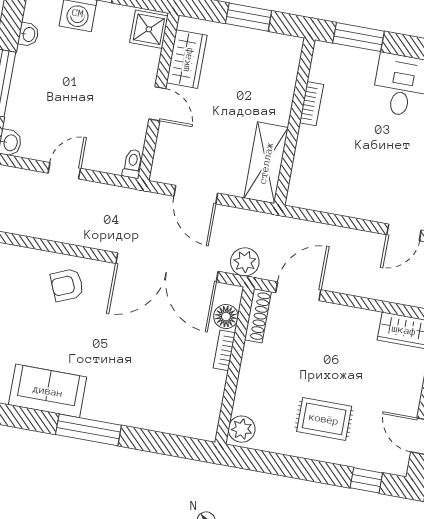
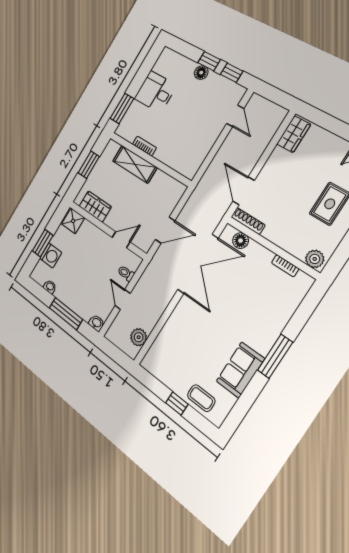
door: (157, 104) -> (121, 240), moved
shelving: (266, 163) -> (135, 164), moved
toilet: (133, 164) -> (126, 273), moved
plant: (245, 262) -> (139, 337), moved
armchair: (67, 285) -> (184, 328), removed
bookcase: (224, 350) -> (285, 266), moved

